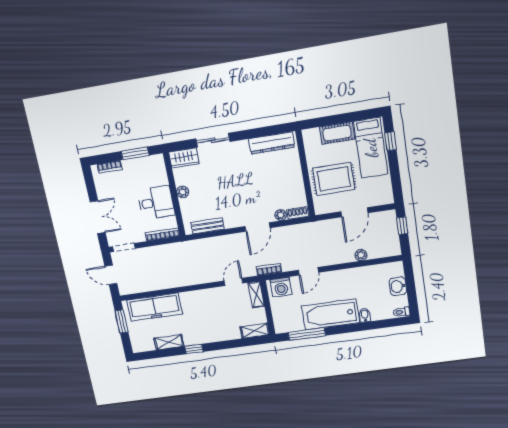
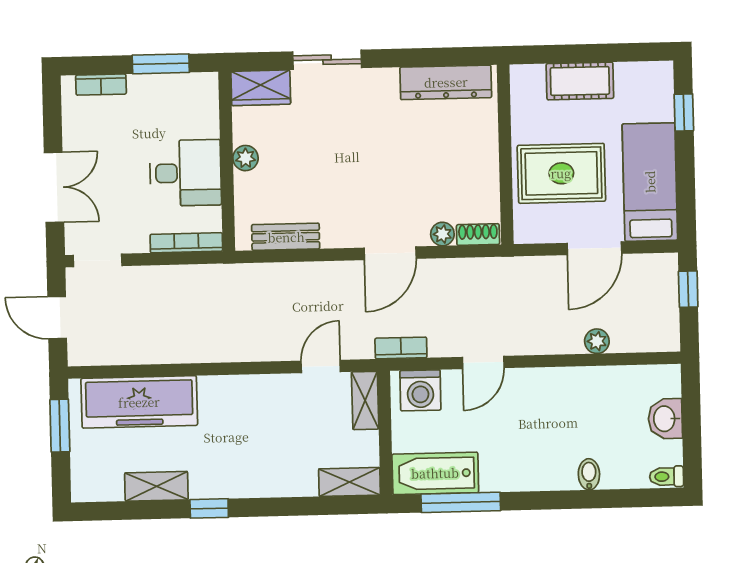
bed: (371, 148) -> (650, 182), moved, turned 180
bathtub: (330, 314) -> (435, 473), moved, width x0.73, depth x0.73

